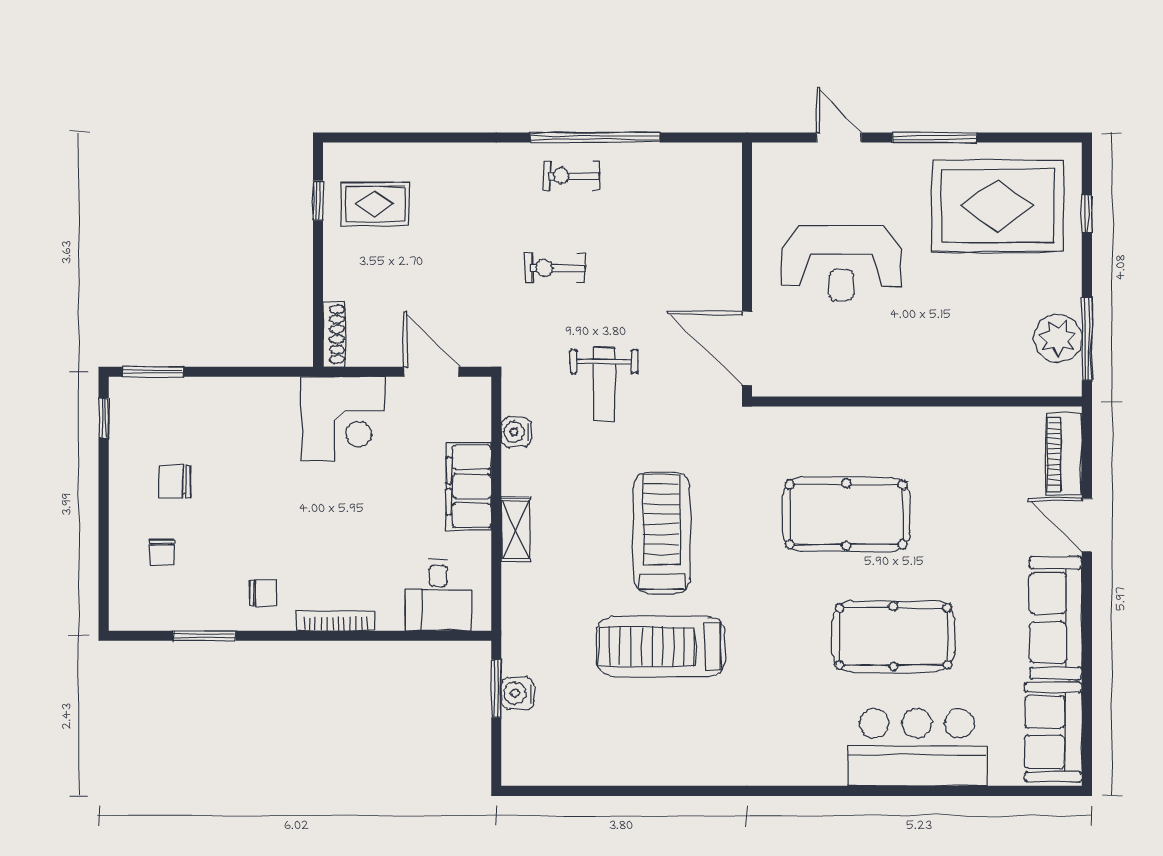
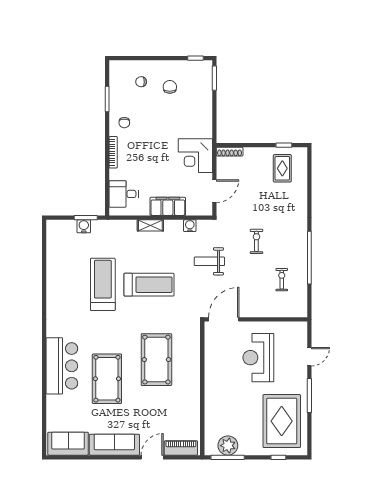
exercise bike: (571, 176) -> (282, 280), moved
bar counter: (917, 747) -> (62, 366), moved

